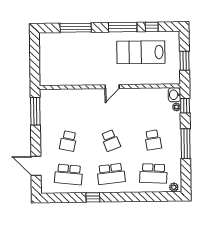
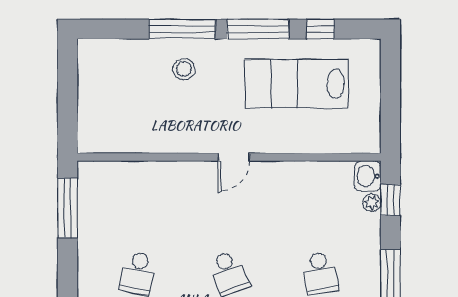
window: (76, 28) -> (182, 29), moved
stool: (89, 46) -> (184, 69), added
window: (185, 61) -> (390, 103), removed

